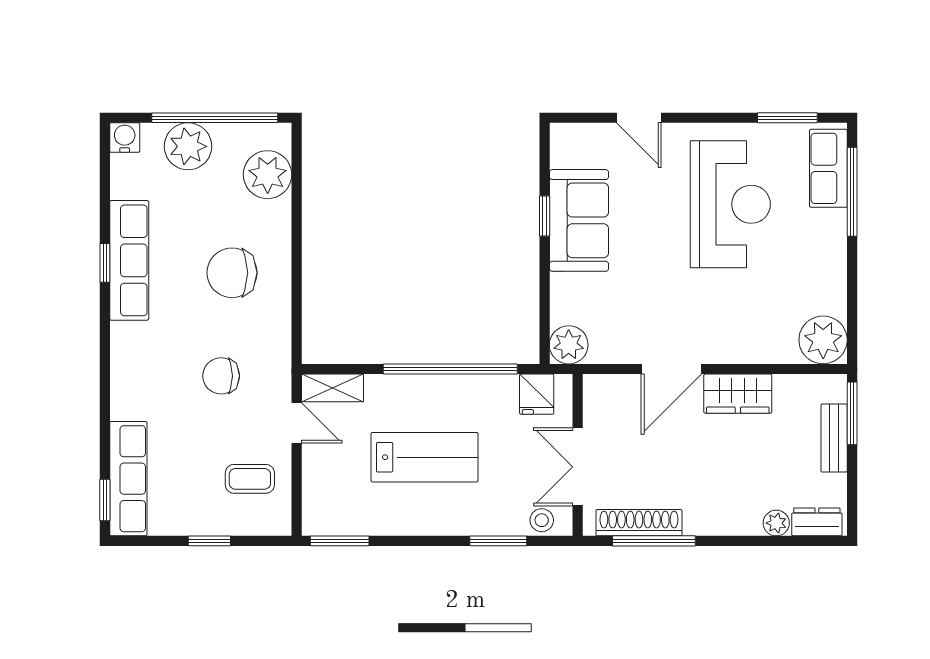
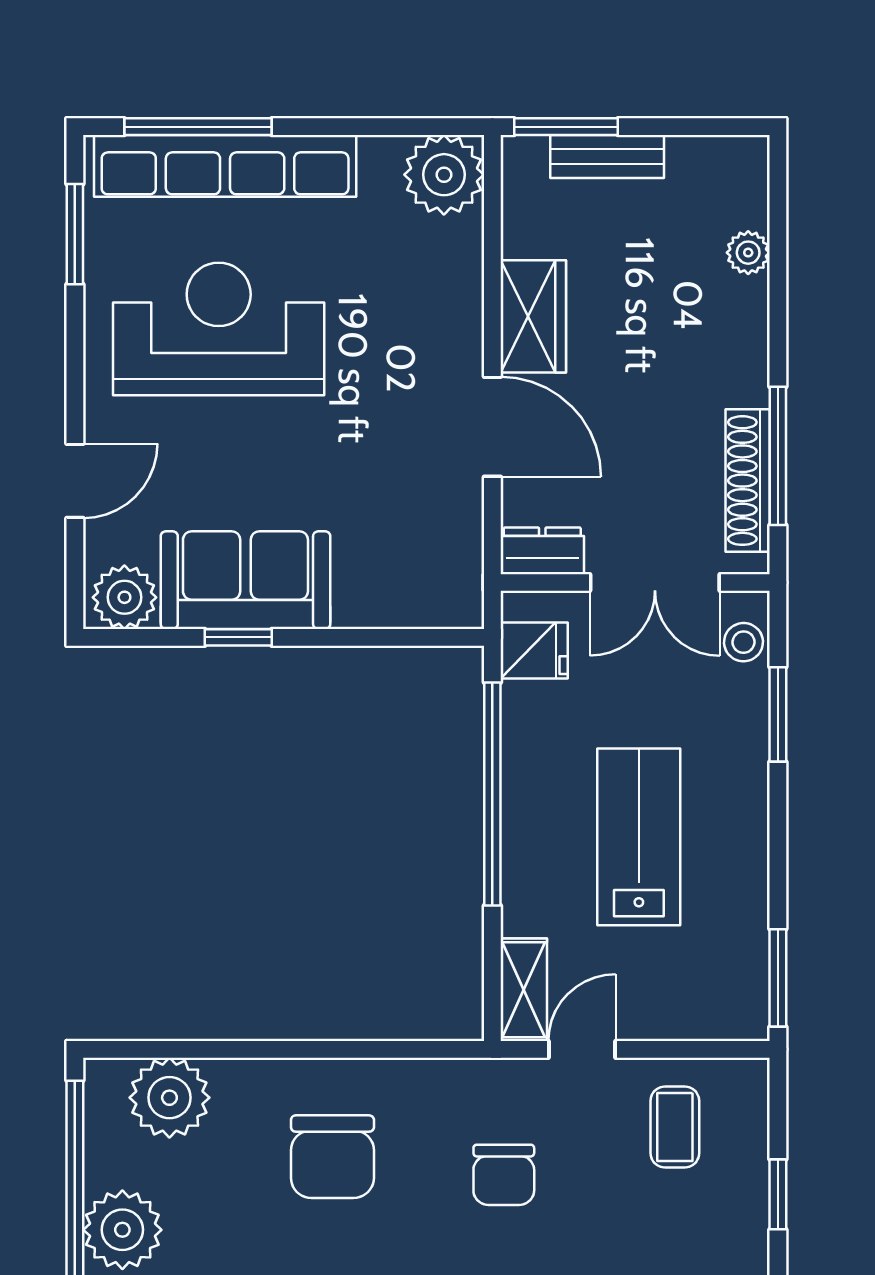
row of seats: (828, 168) -> (225, 166), width x2.02
plant: (569, 345) -> (124, 597), moved
dresser: (817, 522) -> (542, 551), moved, turned 90

